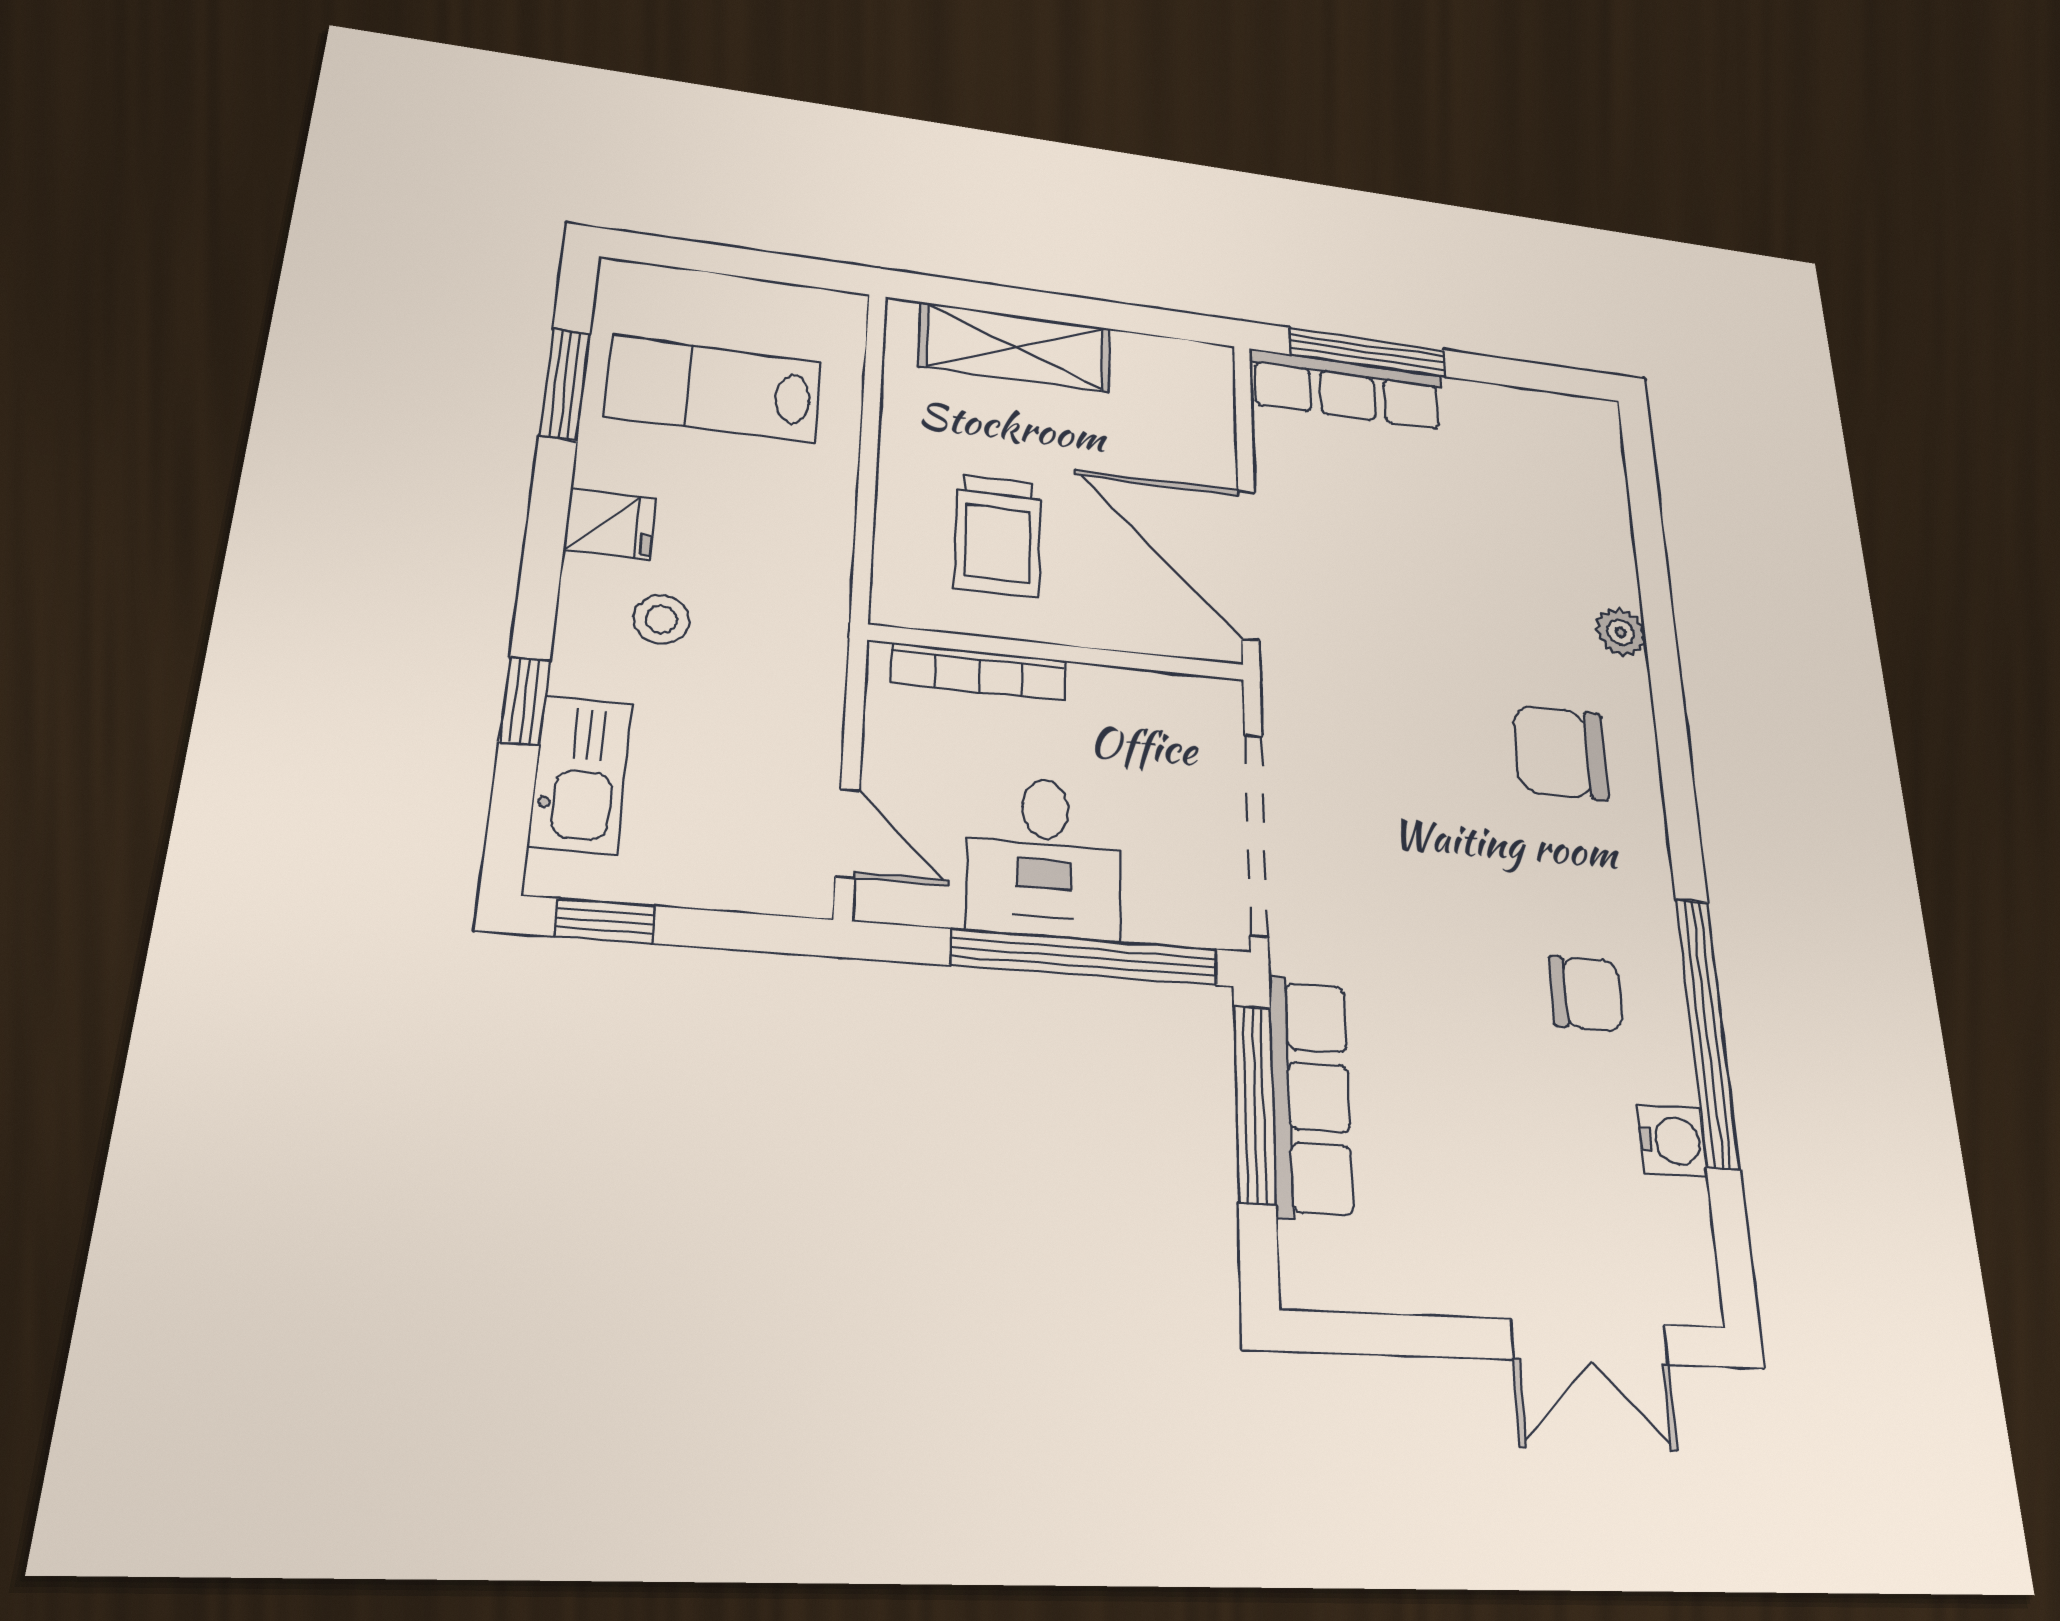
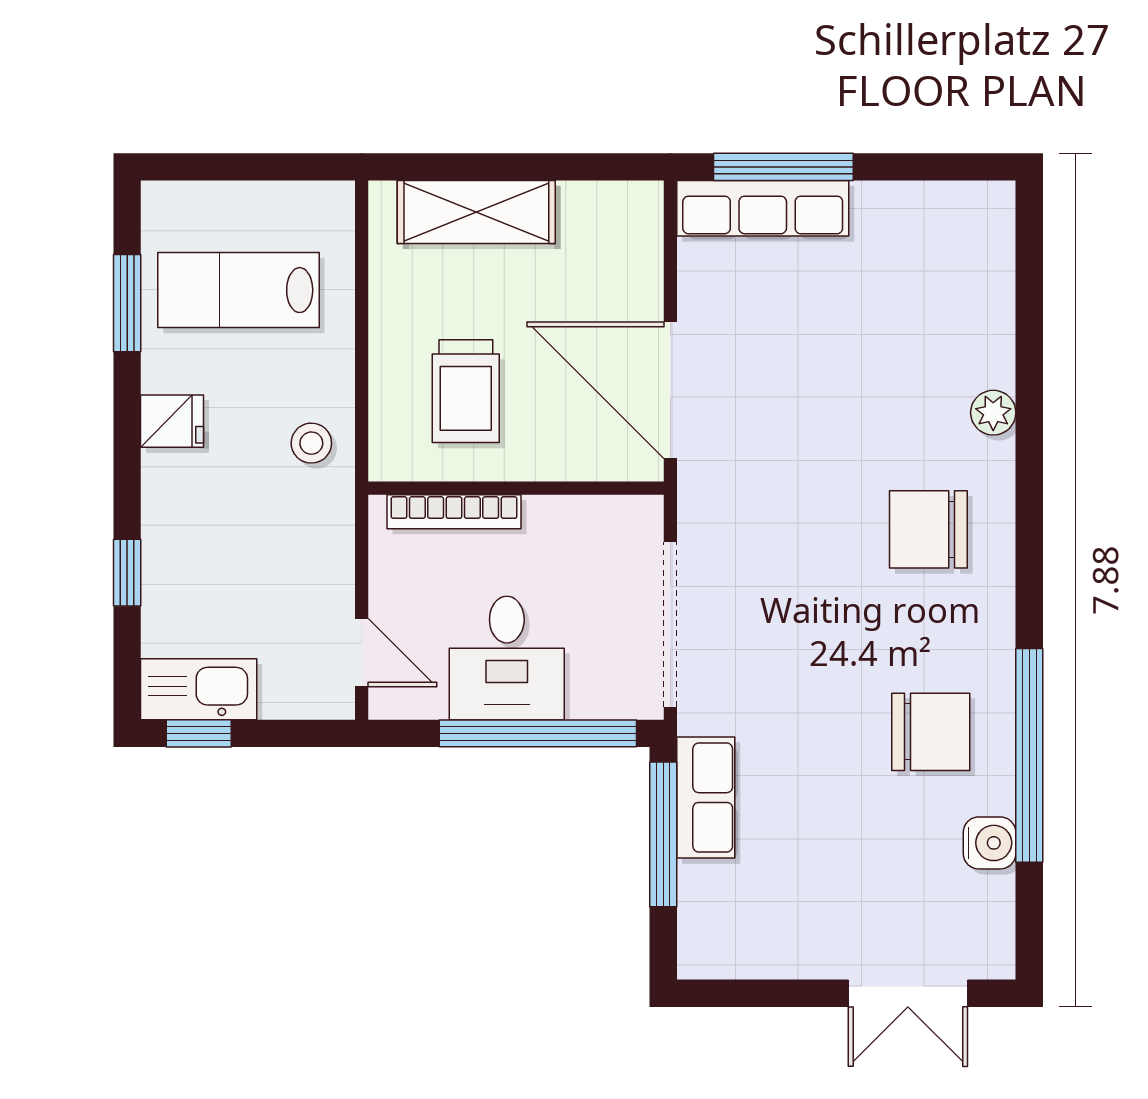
stool: (661, 619) -> (311, 443), moved
kitchen sink: (580, 775) -> (199, 689), moved, turned -90
chair: (1586, 993) -> (931, 732), width x1.37, depth x1.37
row of seats: (1311, 1097) -> (706, 798), width x0.68

